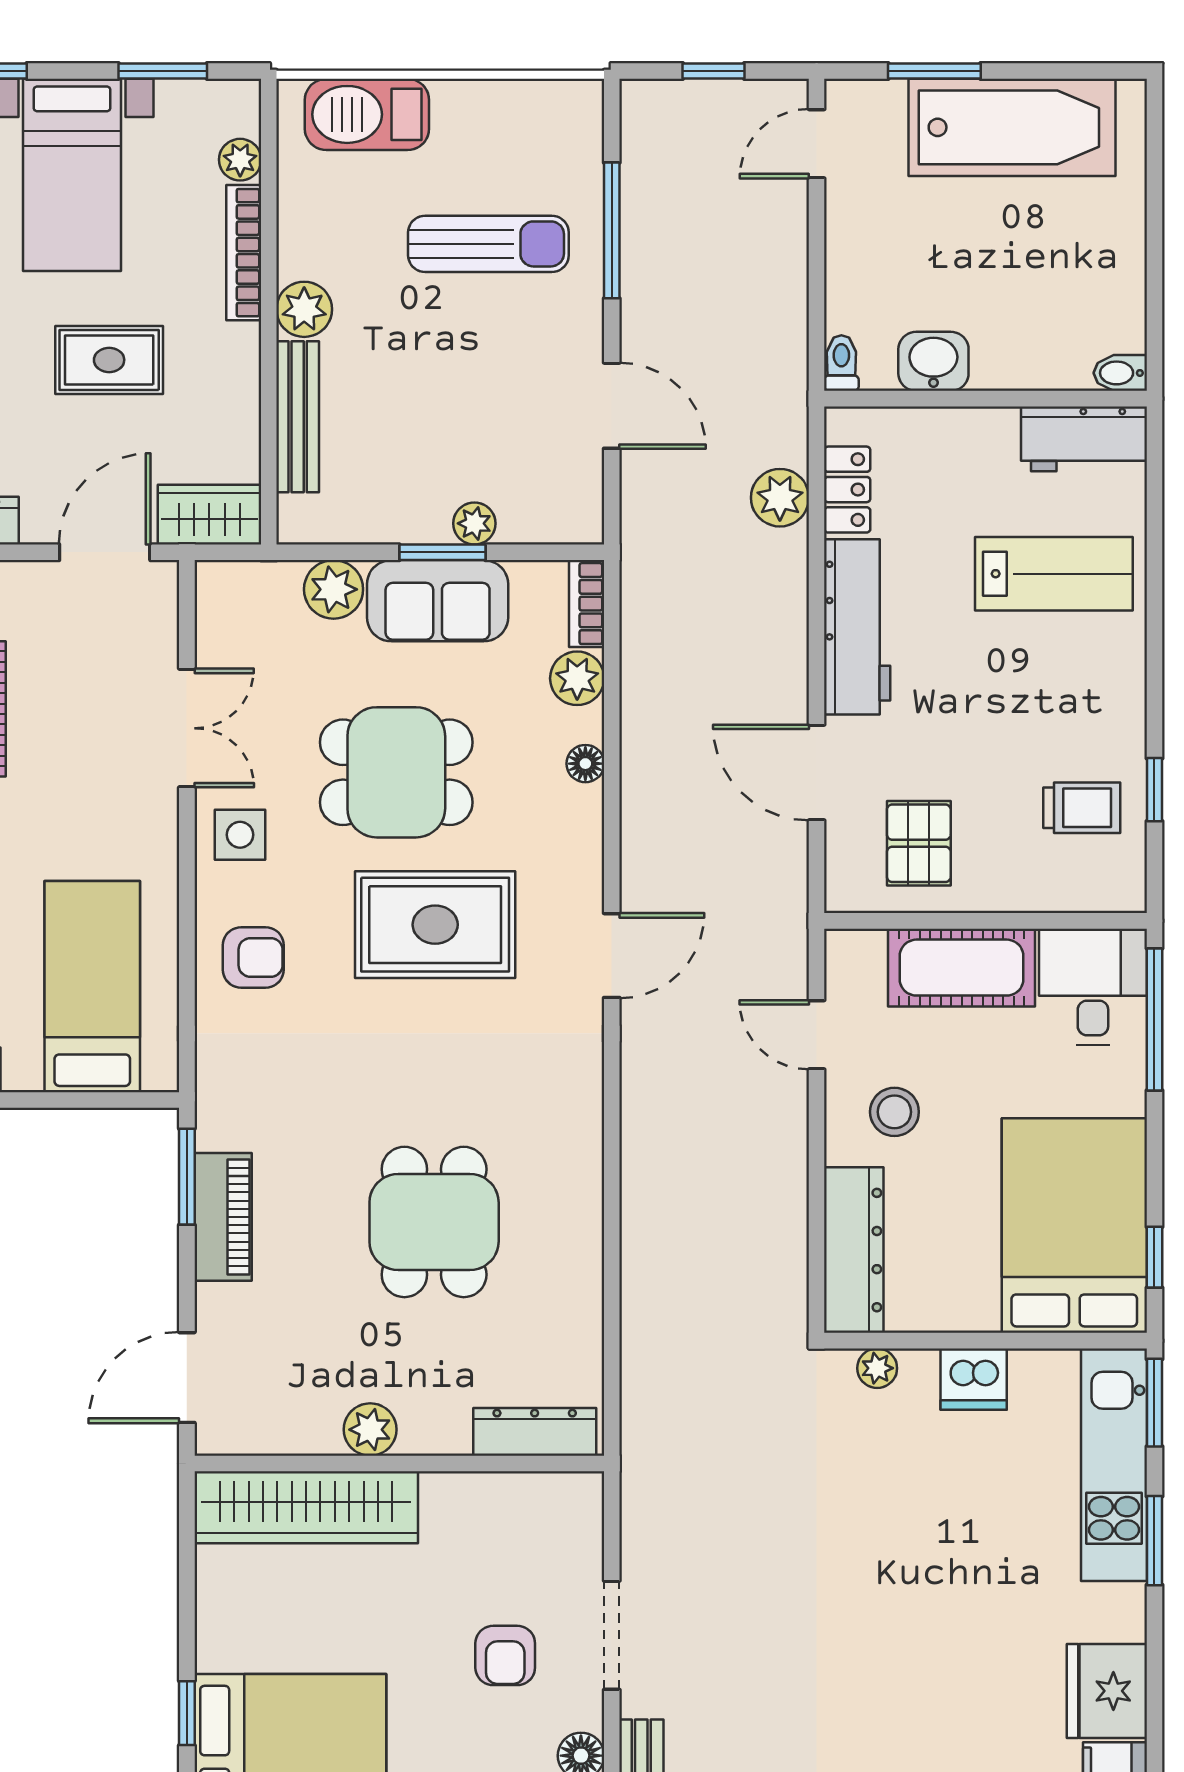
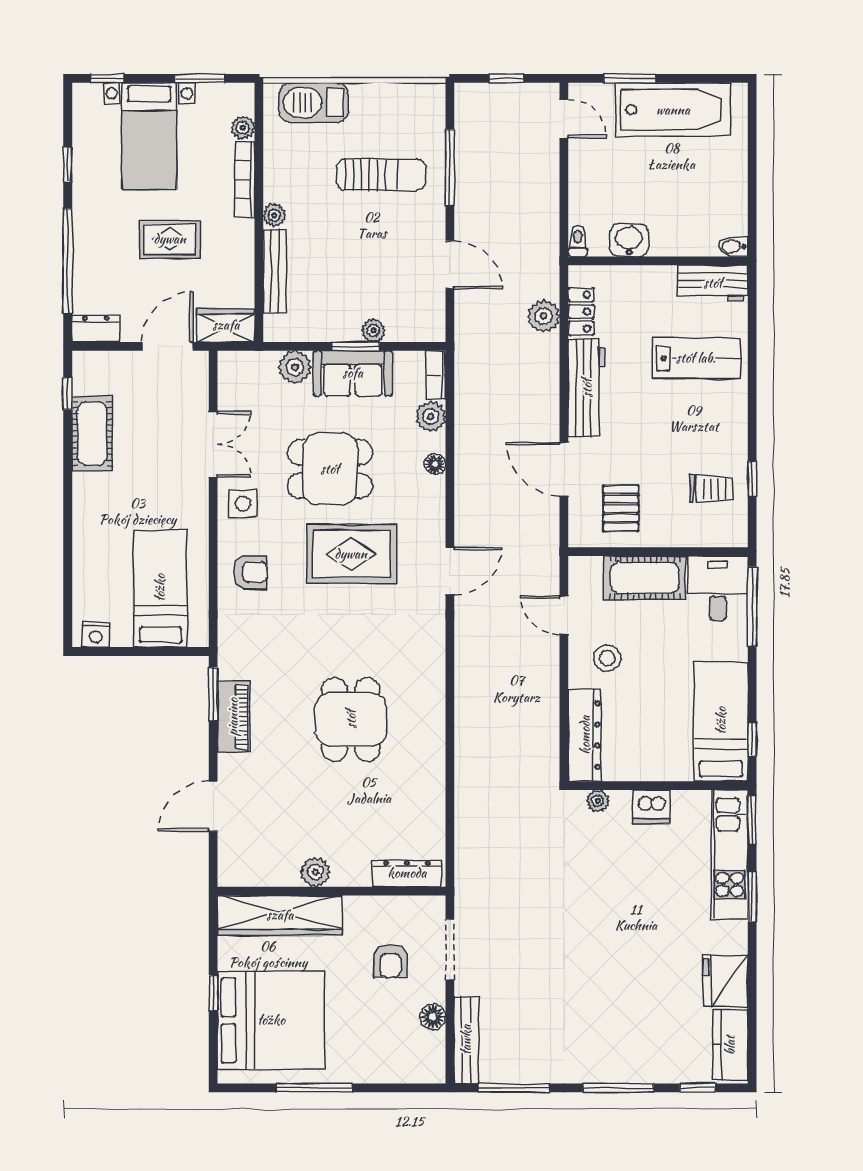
door: (817, 144) -> (564, 119), swing flipped
plant: (304, 309) -> (274, 215), width x0.73, depth x0.73
bed: (1074, 1226) -> (721, 721), width x0.67
plant: (370, 1430) -> (315, 872), moved
dresser: (535, 1432) -> (407, 873), moved
wall: (399, 1464) -> (332, 891), moved
wardrobe: (306, 1507) -> (280, 915), moved

